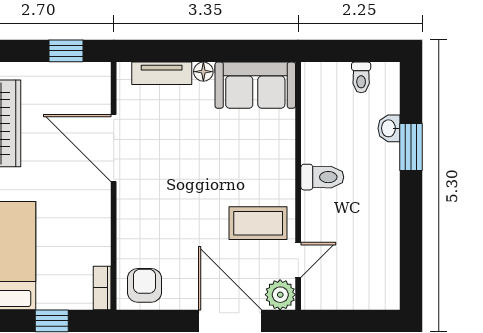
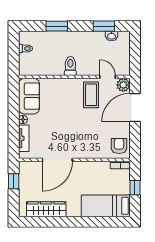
washbasin: (389, 128) -> (112, 36), moved
window: (411, 252) -> (104, 26), added
armchair: (144, 285) -> (119, 146), turned 90

